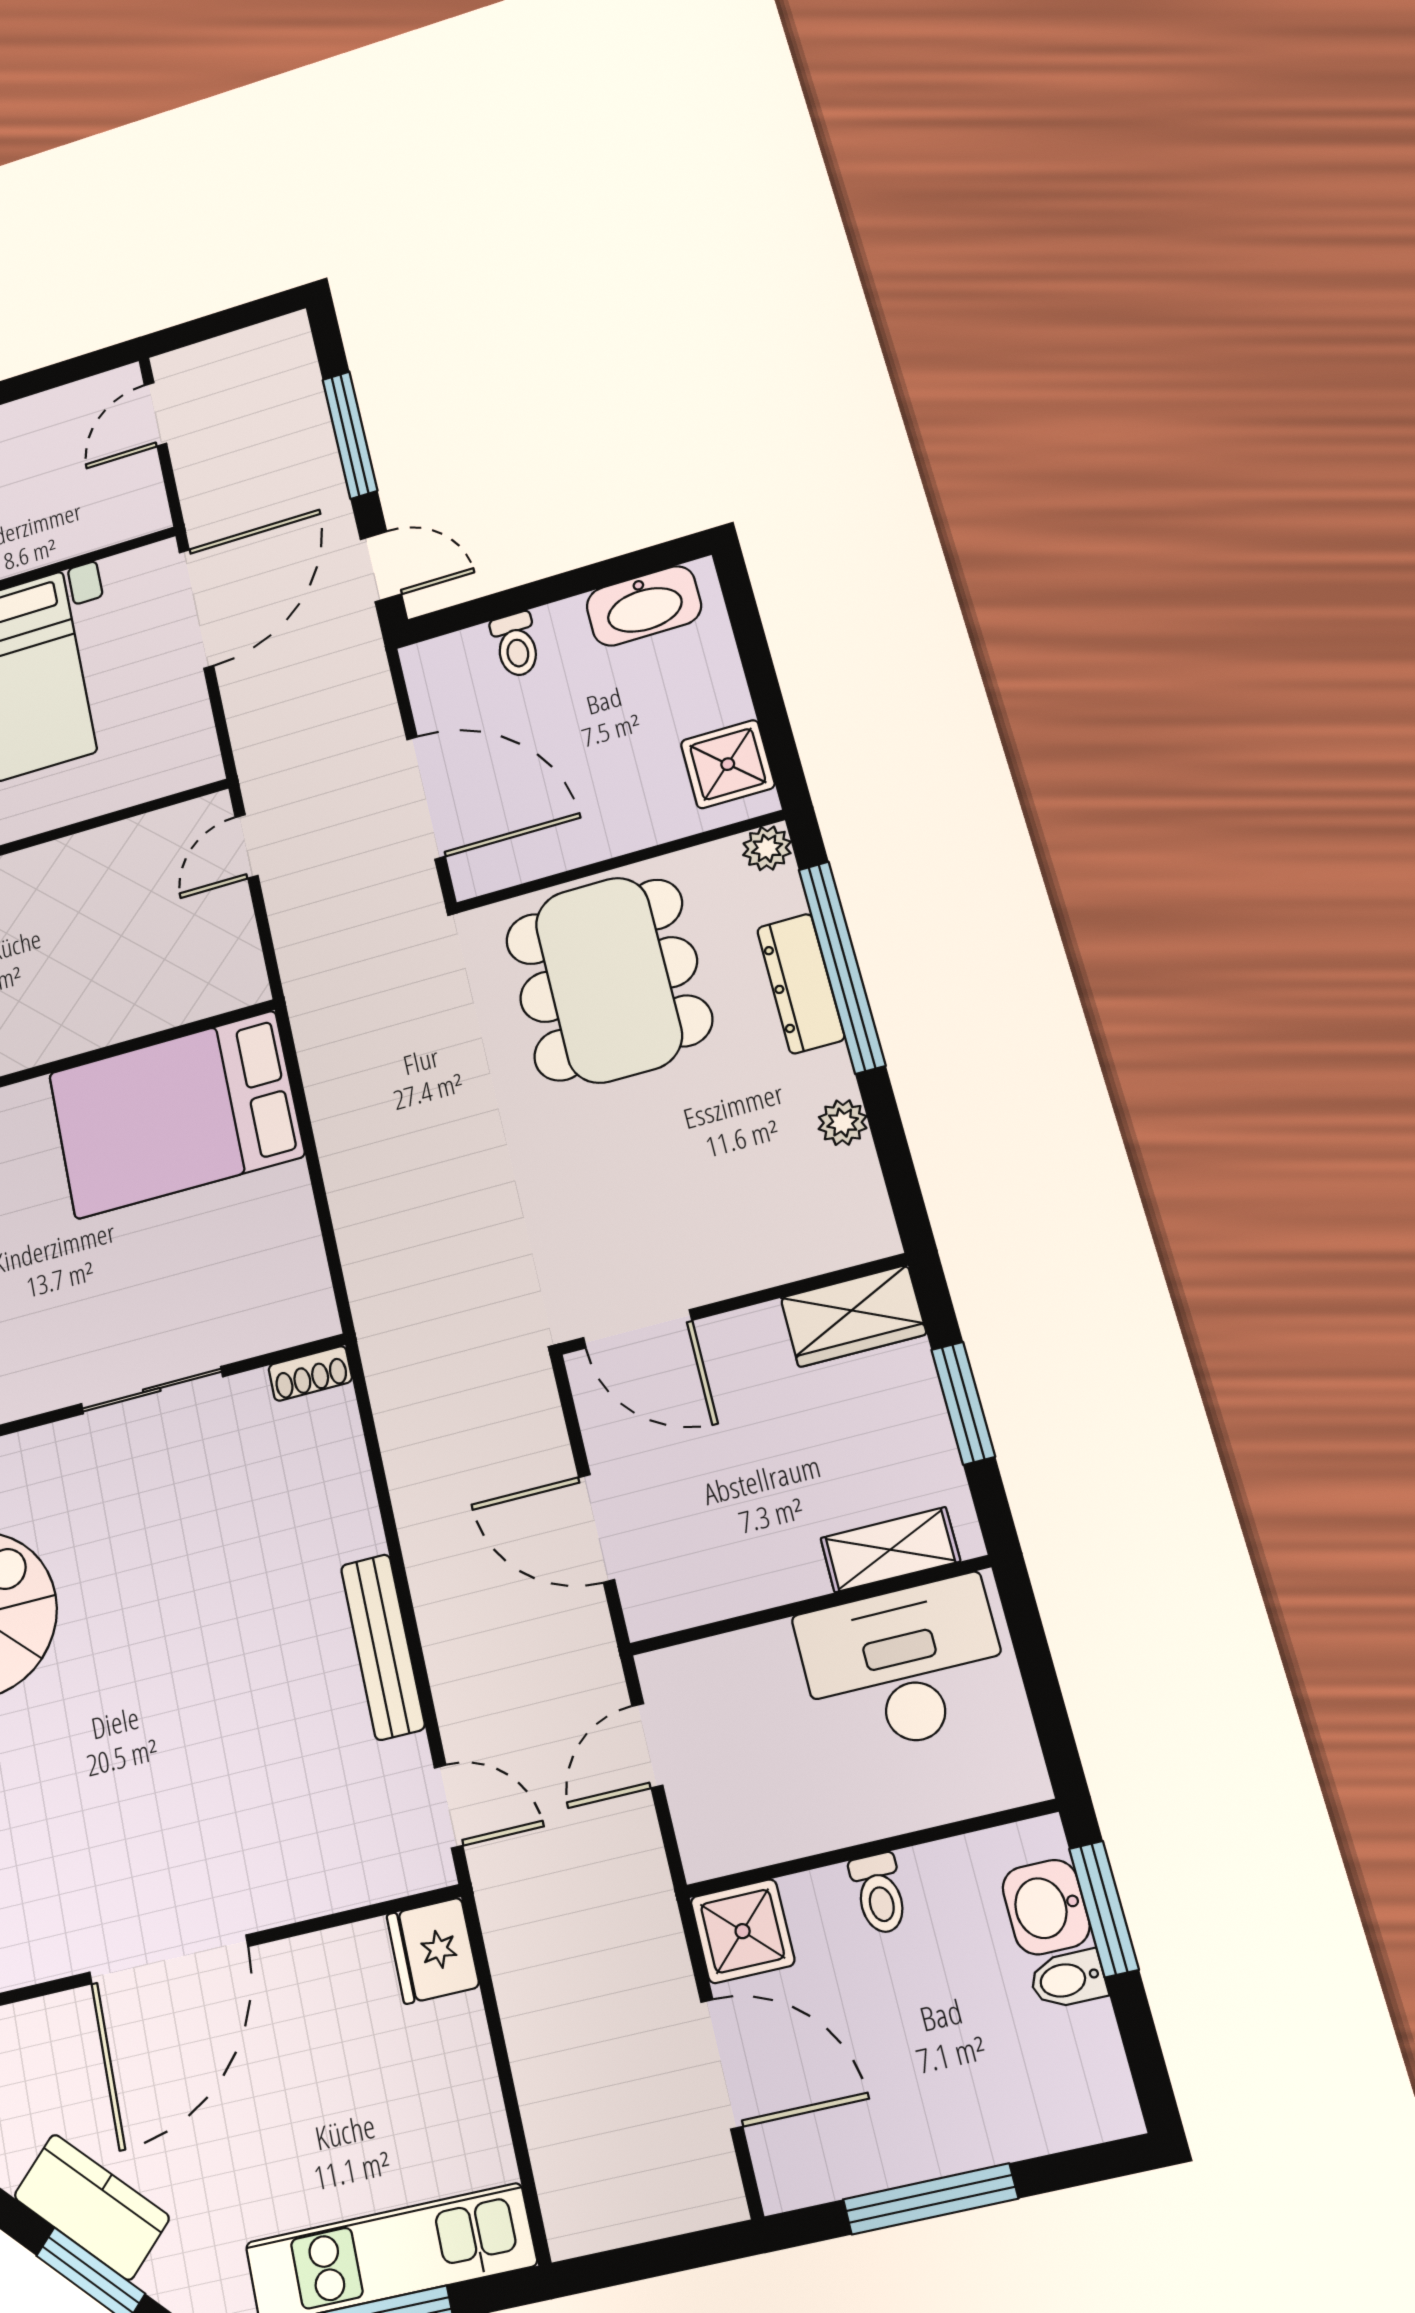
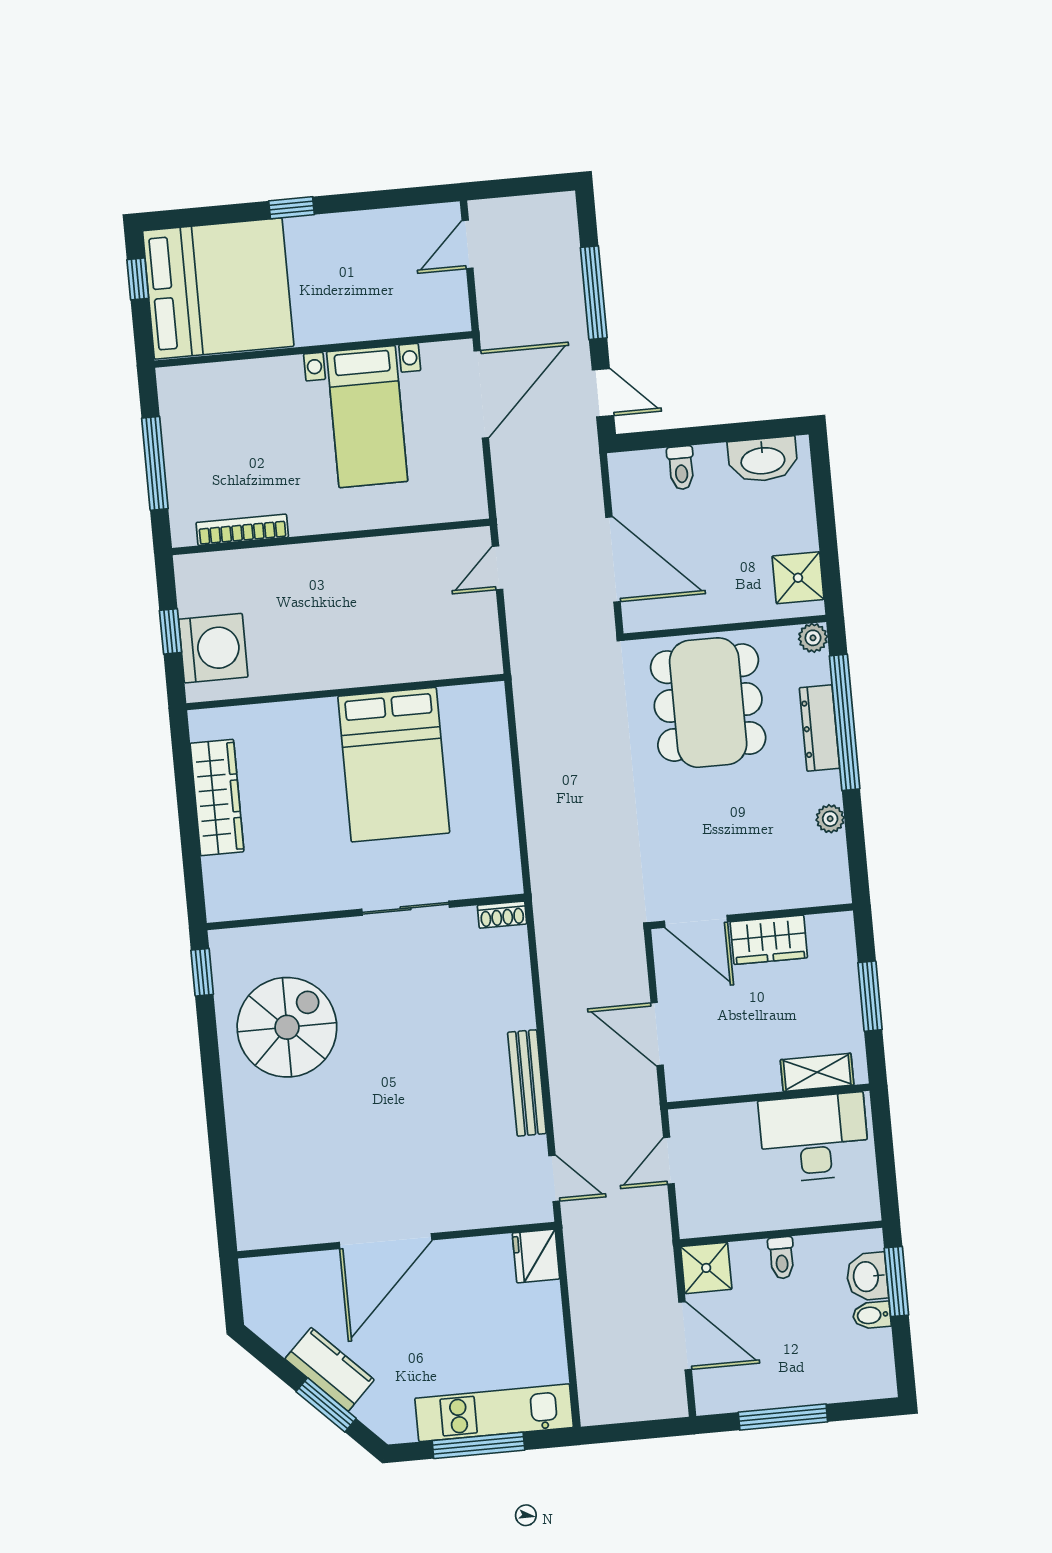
bed: (176, 1115) -> (394, 765), moved, turned -90
wardrobe: (853, 1316) -> (769, 940), moved

